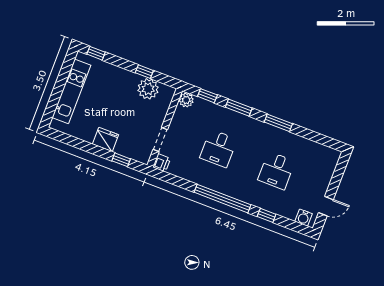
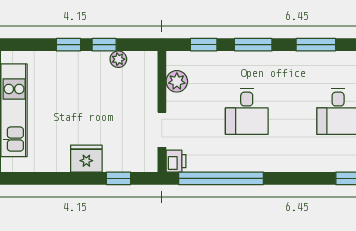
window: (96, 53) -> (68, 45), moved
plant: (148, 89) -> (118, 59), width x0.53, depth x0.53
plant: (186, 100) -> (177, 81), moved
window: (223, 199) -> (221, 178), moved

